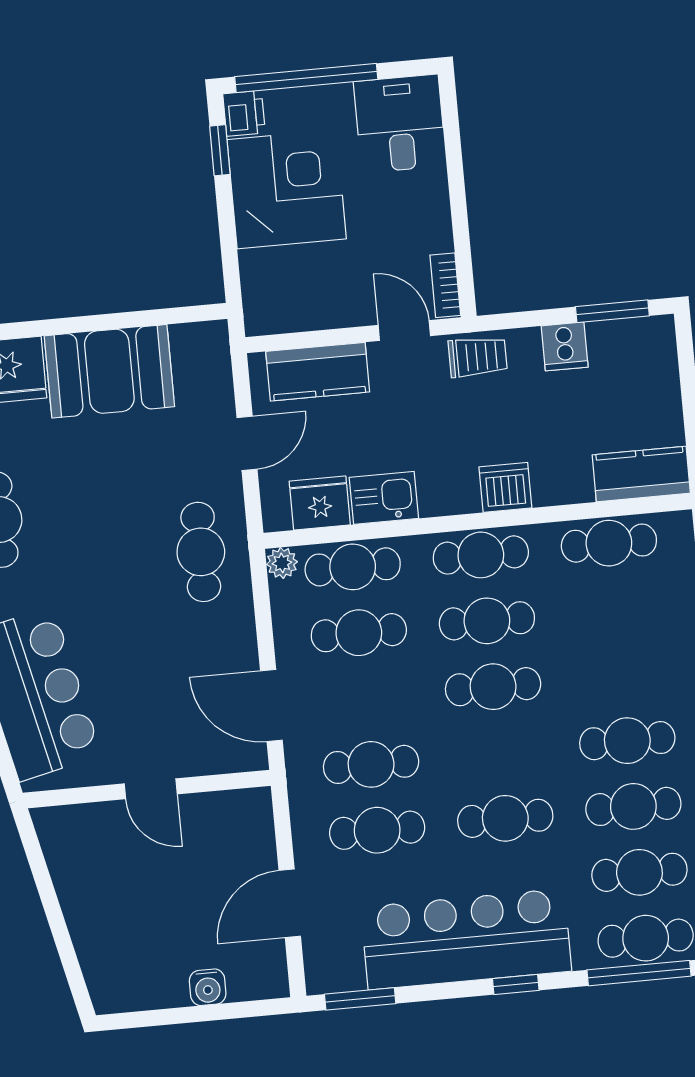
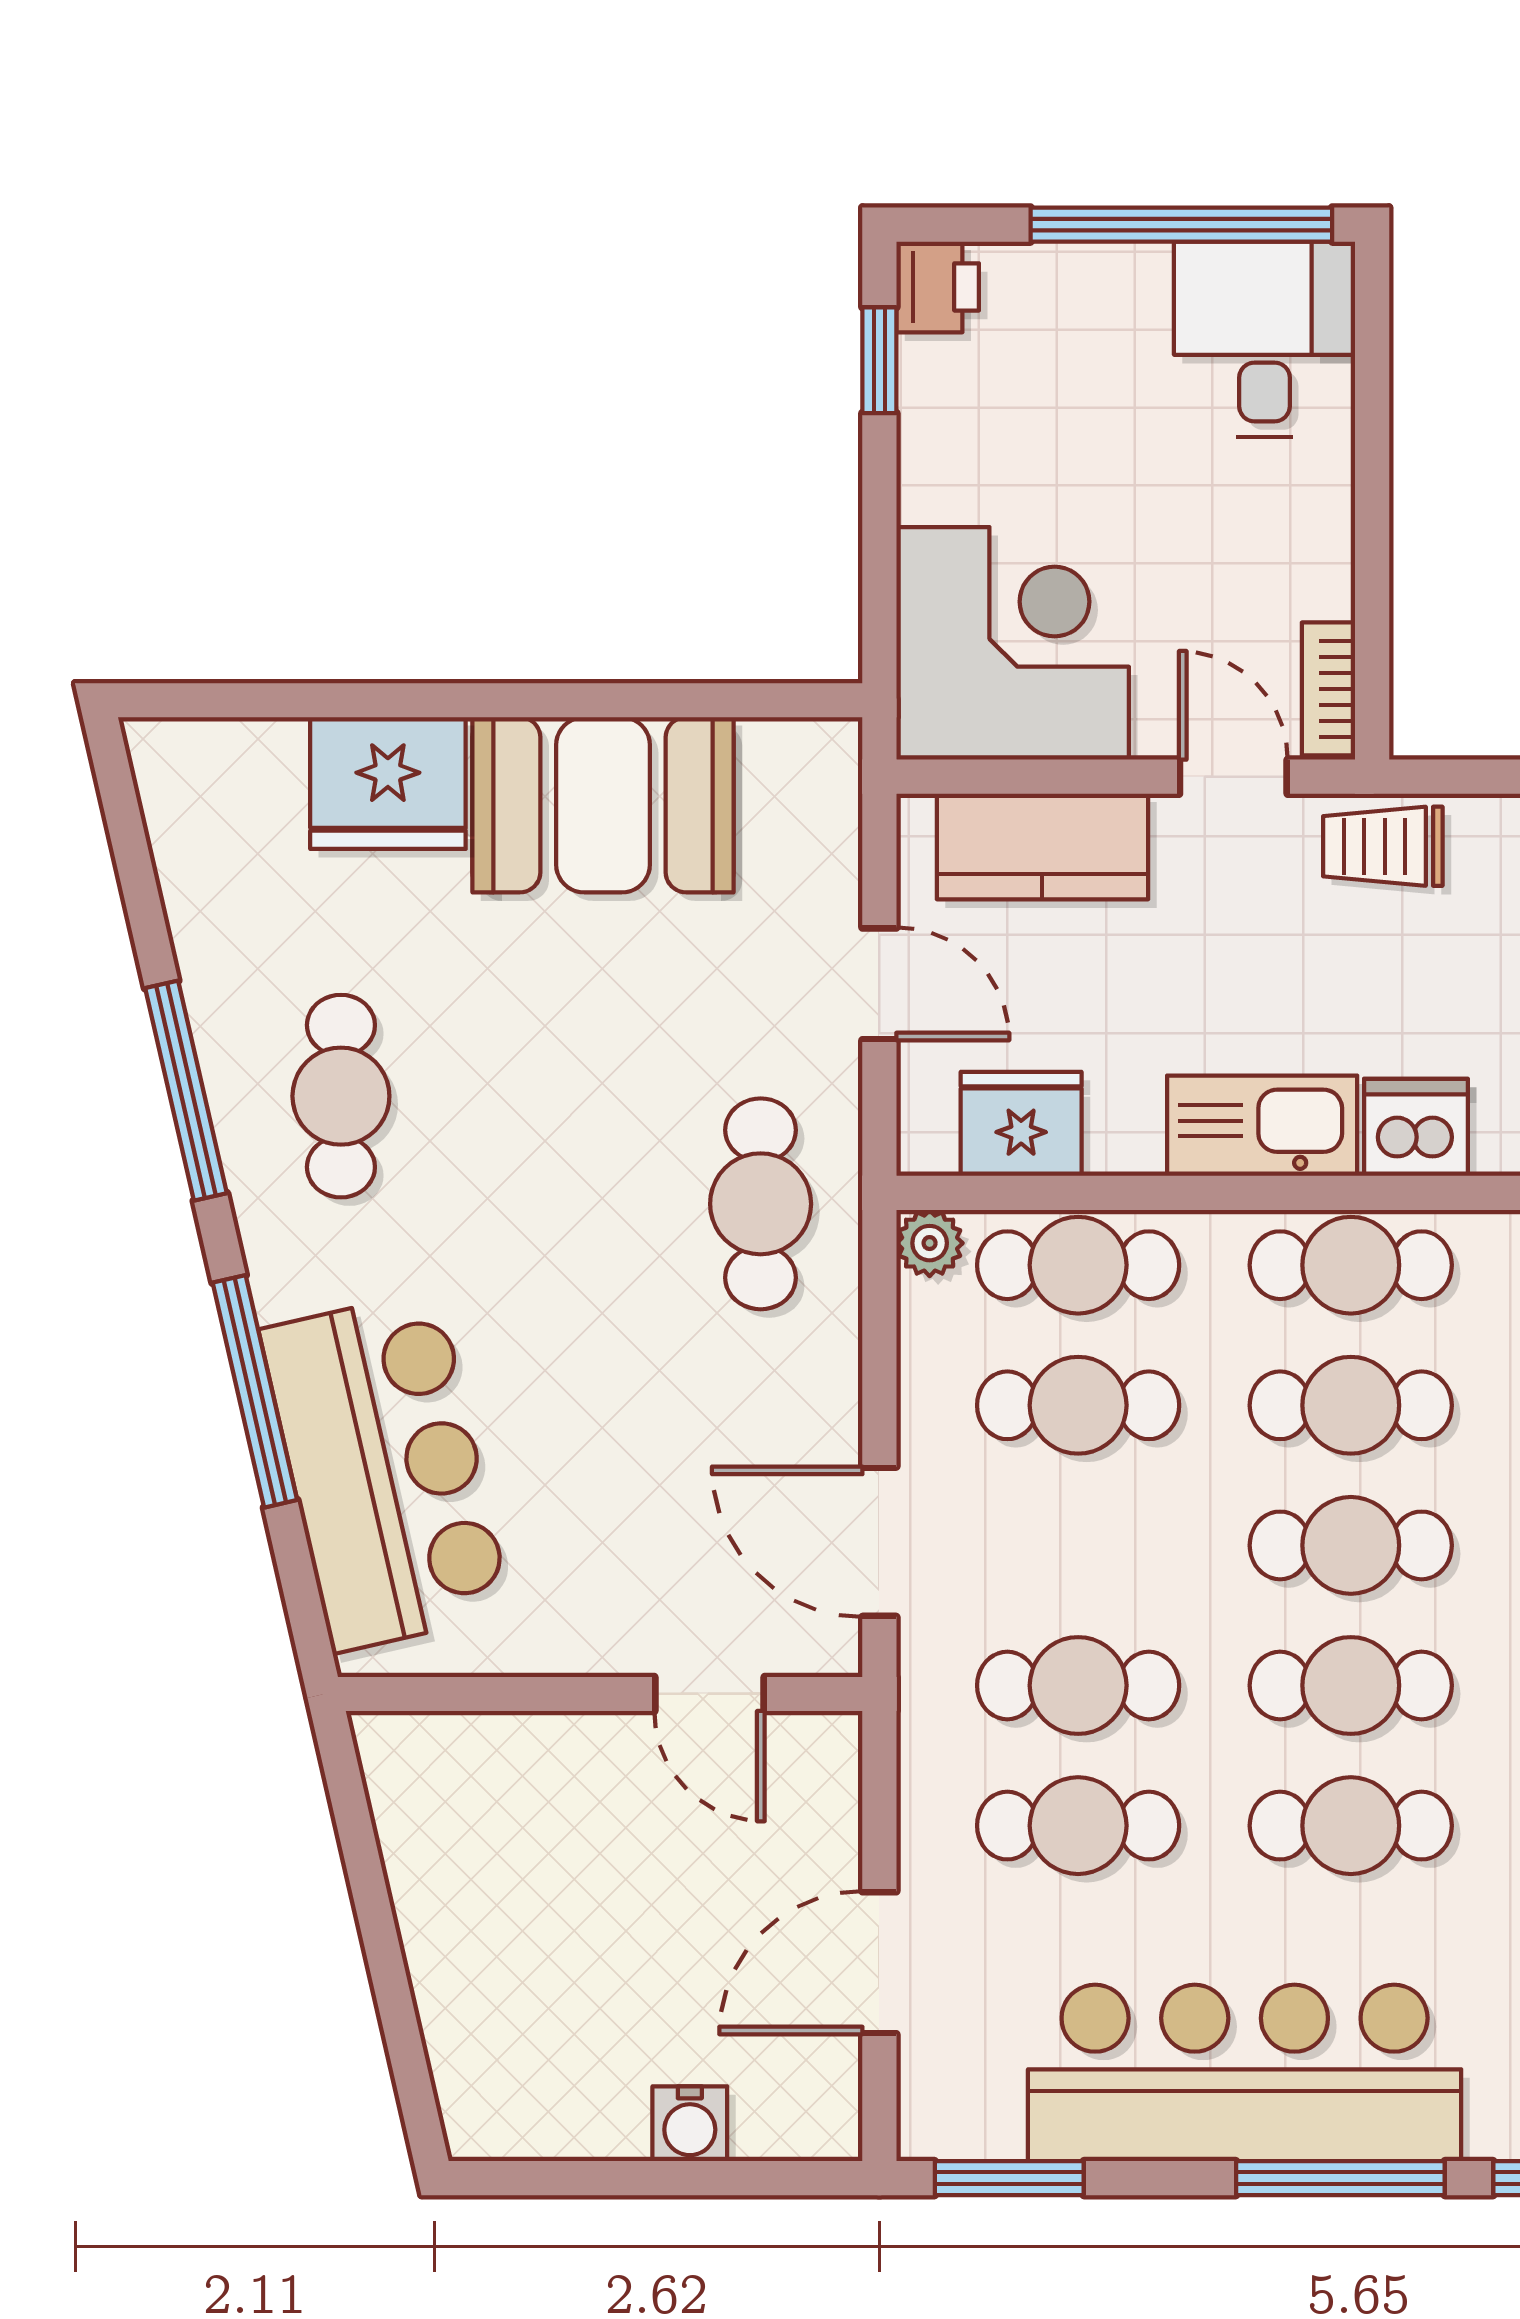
window: (306, 78) -> (1181, 225), moved
corner desk: (287, 189) -> (1013, 643), moved
trolley: (478, 357) -> (1383, 846), turned 180
door: (247, 443) -> (879, 984), hinge flipped
kitchen sink: (384, 498) -> (1262, 1126), moved, width x1.38
cafe table: (499, 753) -> (1351, 1685), added
door: (151, 789) -> (709, 1694), moved
window: (516, 984) -> (1340, 2178), width x2.17

